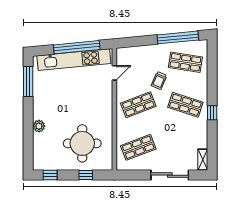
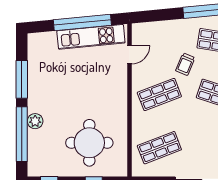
kitchen unit: (74, 60) -> (91, 37), width x0.73
window: (28, 82) -> (22, 79), moved
window: (28, 136) -> (22, 134), added

